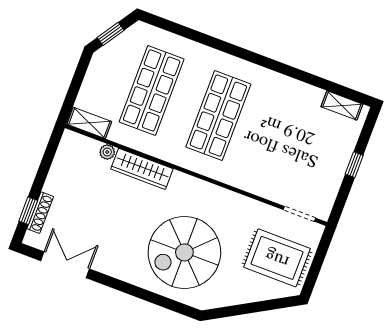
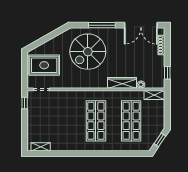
window: (354, 165) -> (25, 103), moved
window: (28, 211) -> (167, 73), moved
spiral stairs: (184, 252) -> (88, 52), turned 180
double door: (65, 265) -> (141, 25), width x1.37
window: (139, 293) -> (102, 25), added

